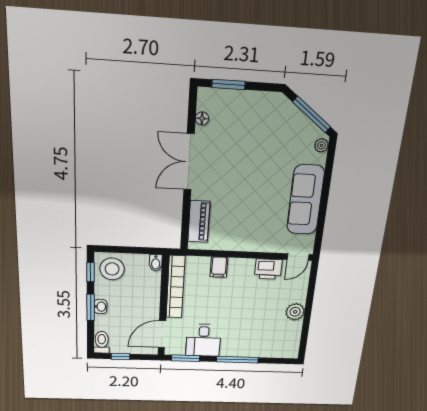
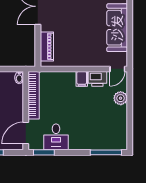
filing cabinet: (219, 267) -> (82, 79), moved
plant: (295, 312) -> (121, 98), moved
window: (237, 360) -> (106, 152), moved

